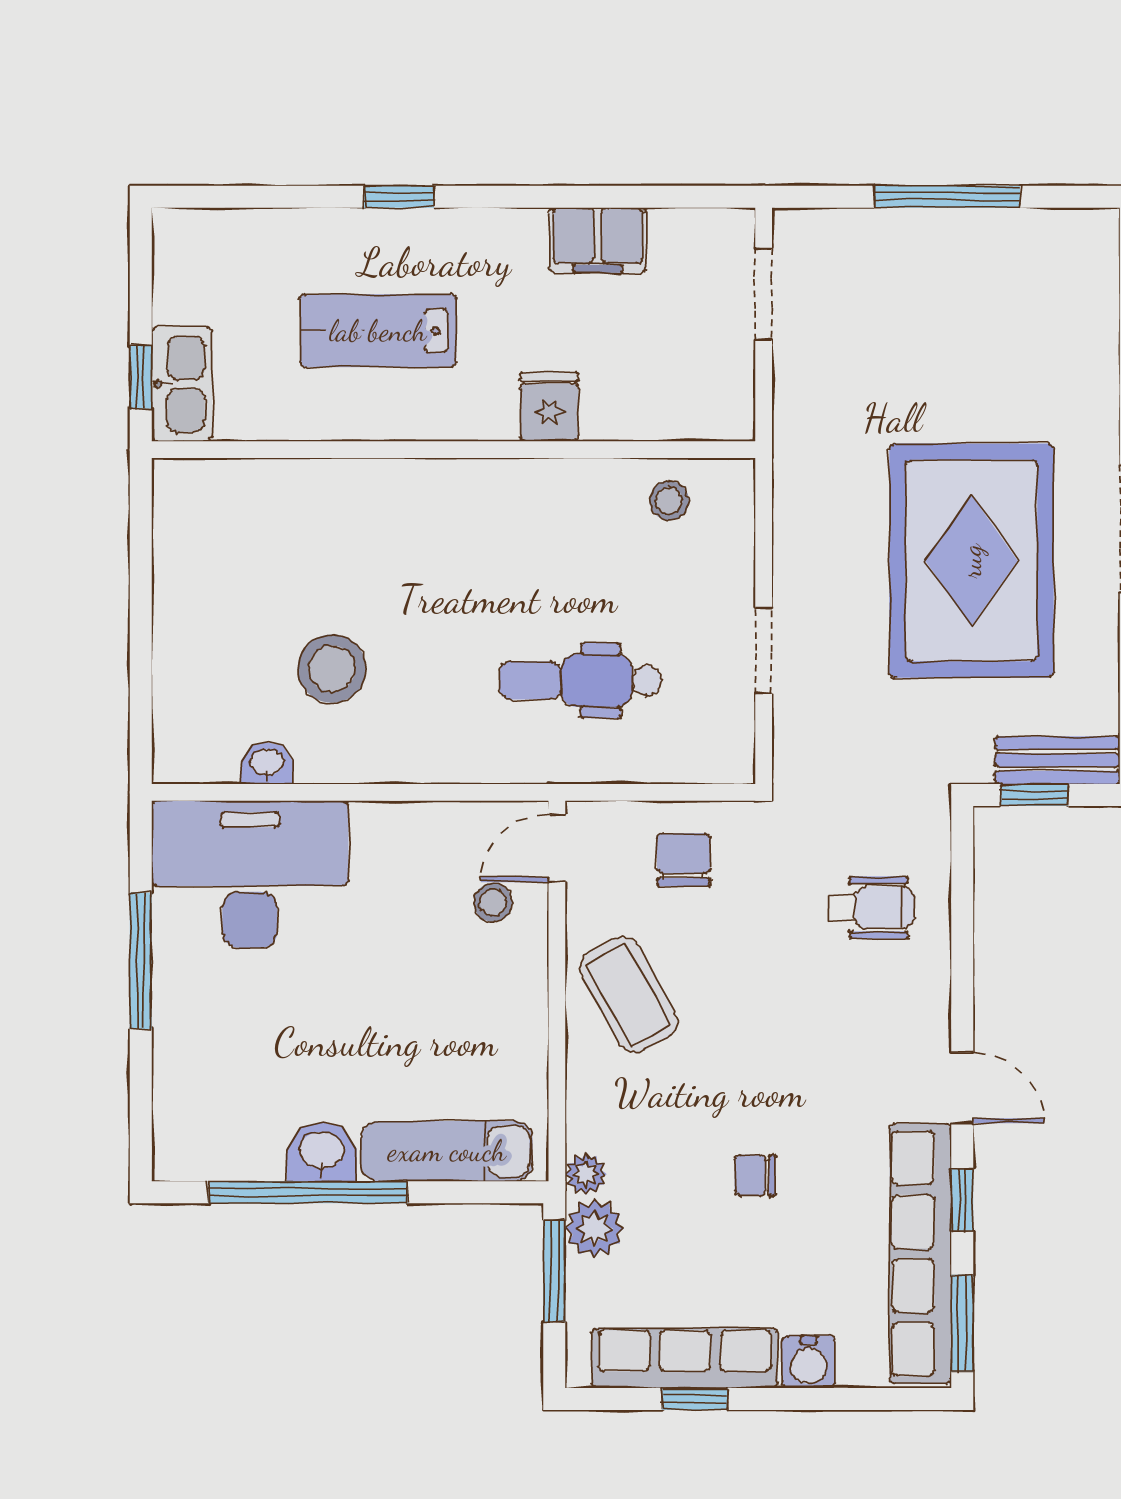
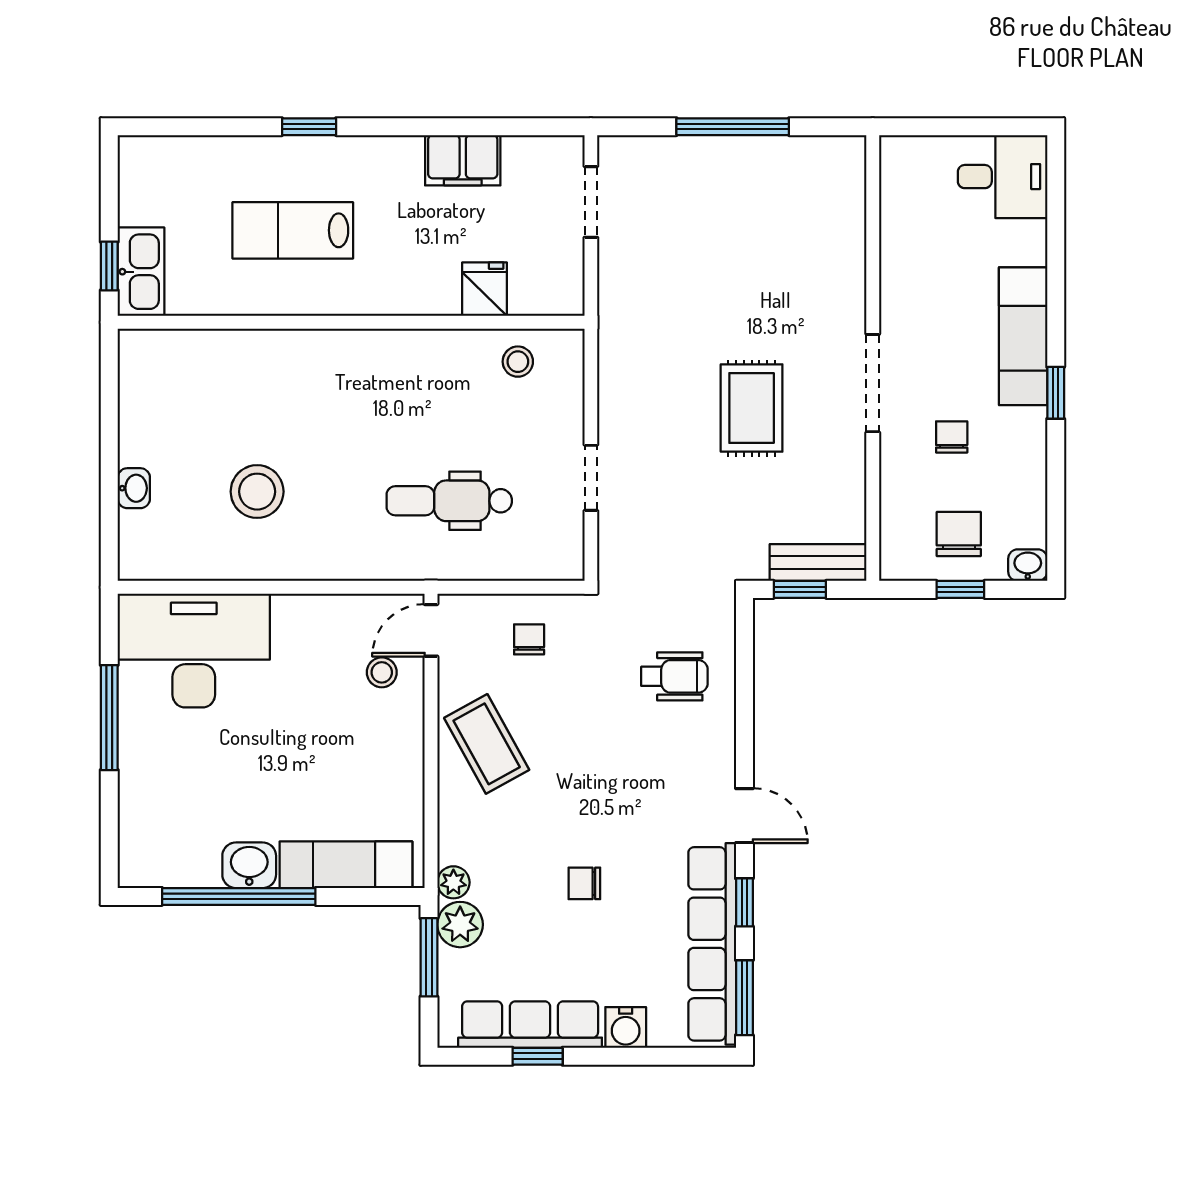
fridge: (549, 407) -> (484, 289), moved
rug: (971, 561) -> (752, 408), width x0.54, depth x0.49
washbasin: (267, 763) -> (134, 488), moved, turned 90
chair: (684, 860) -> (529, 639), width x0.73, depth x0.73

